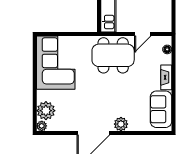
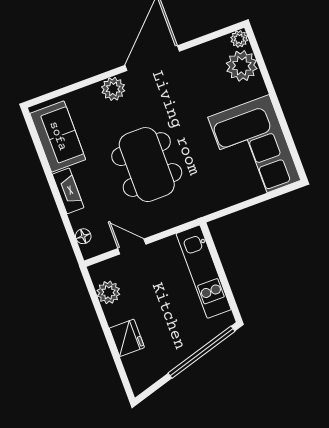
plant: (165, 14) -> (108, 292), added
door: (143, 34) -> (132, 246), hinge flipped
dining table: (113, 55) -> (147, 165), moved, turned 90

